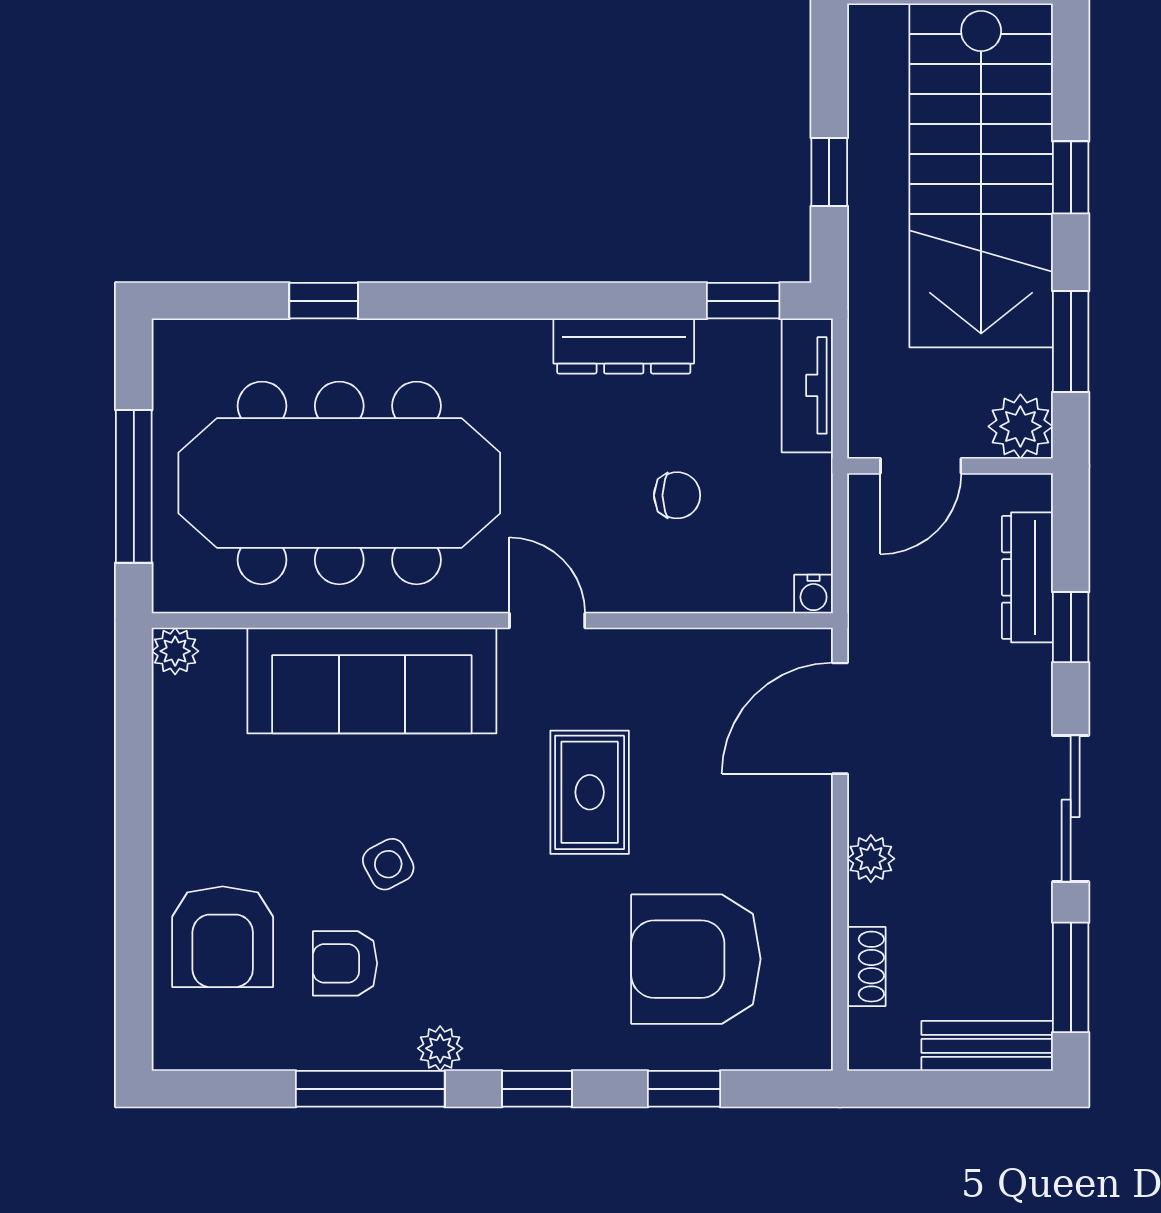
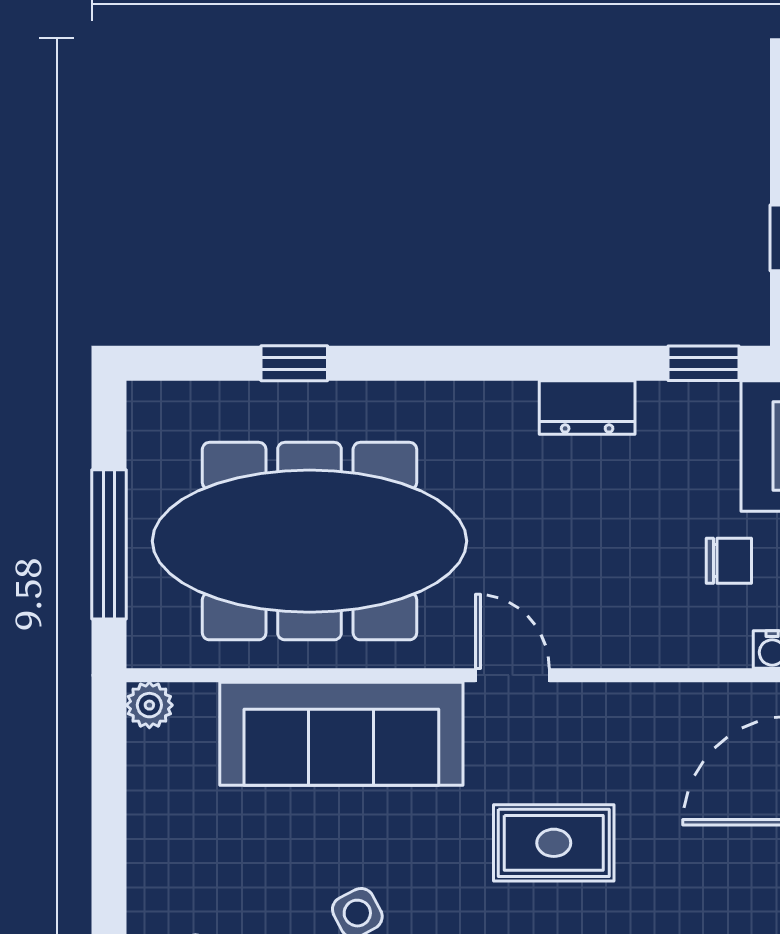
dresser: (624, 346) -> (587, 407), width x0.70
chair: (677, 495) -> (729, 561), moved
rug: (590, 792) -> (554, 843), turned 90

